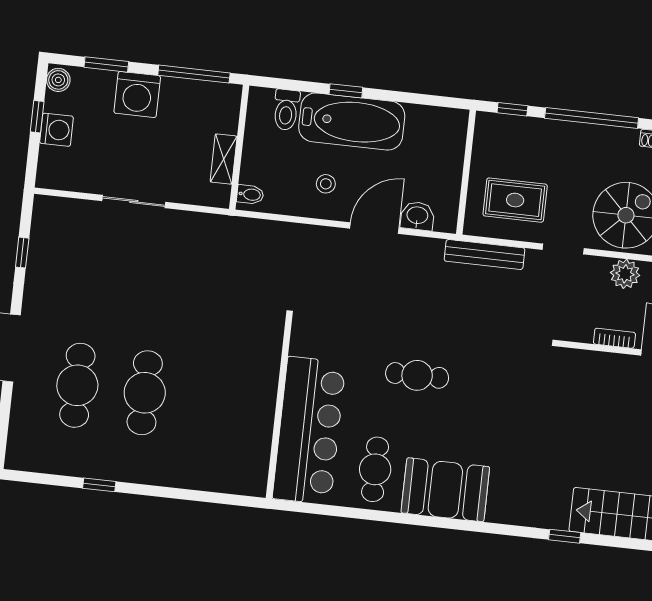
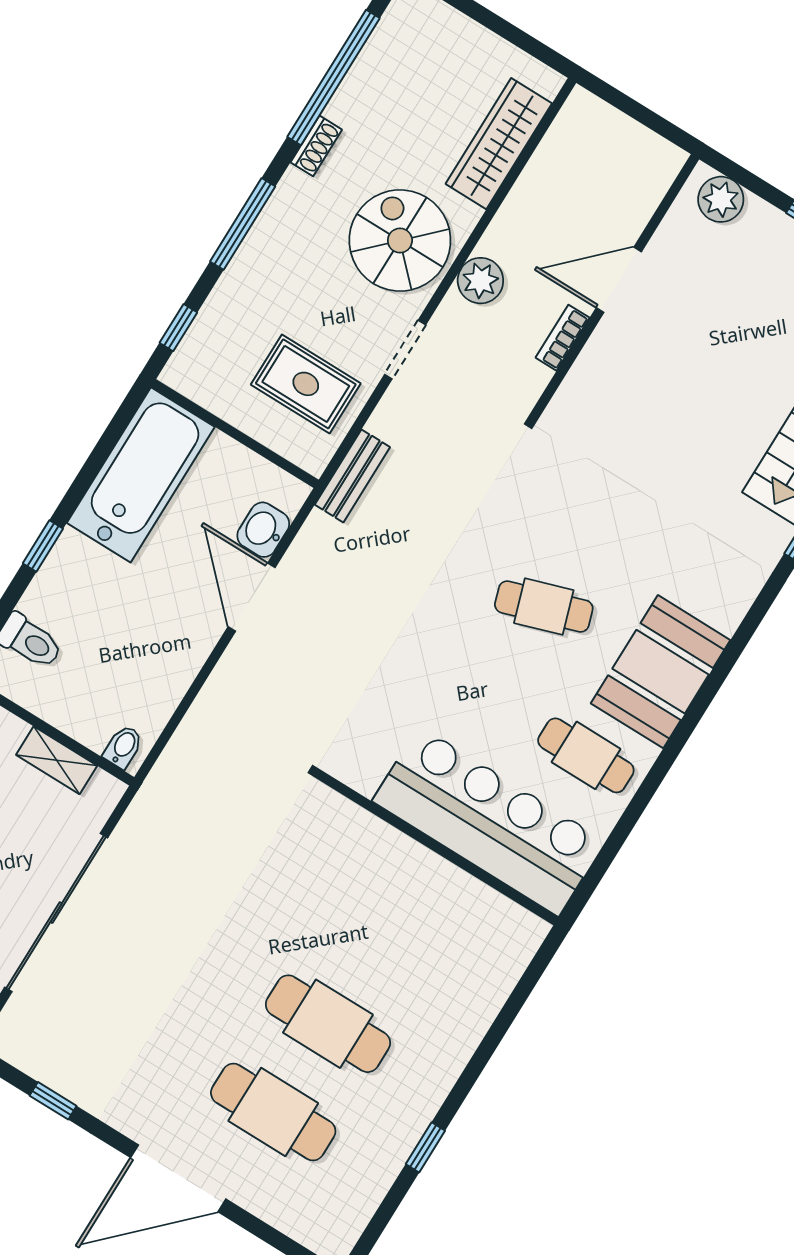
window: (592, 118) -> (243, 224), width x0.68
bathtub: (352, 121) -> (141, 475), moved
stool: (326, 184) -> (158, 635), removed
rug: (515, 200) -> (306, 384), turned 90
sliding door: (134, 202) -> (56, 913), width x1.86
bench: (485, 255) -> (352, 476), width x0.73
cafe table: (417, 375) -> (544, 607), moved, turned 72

